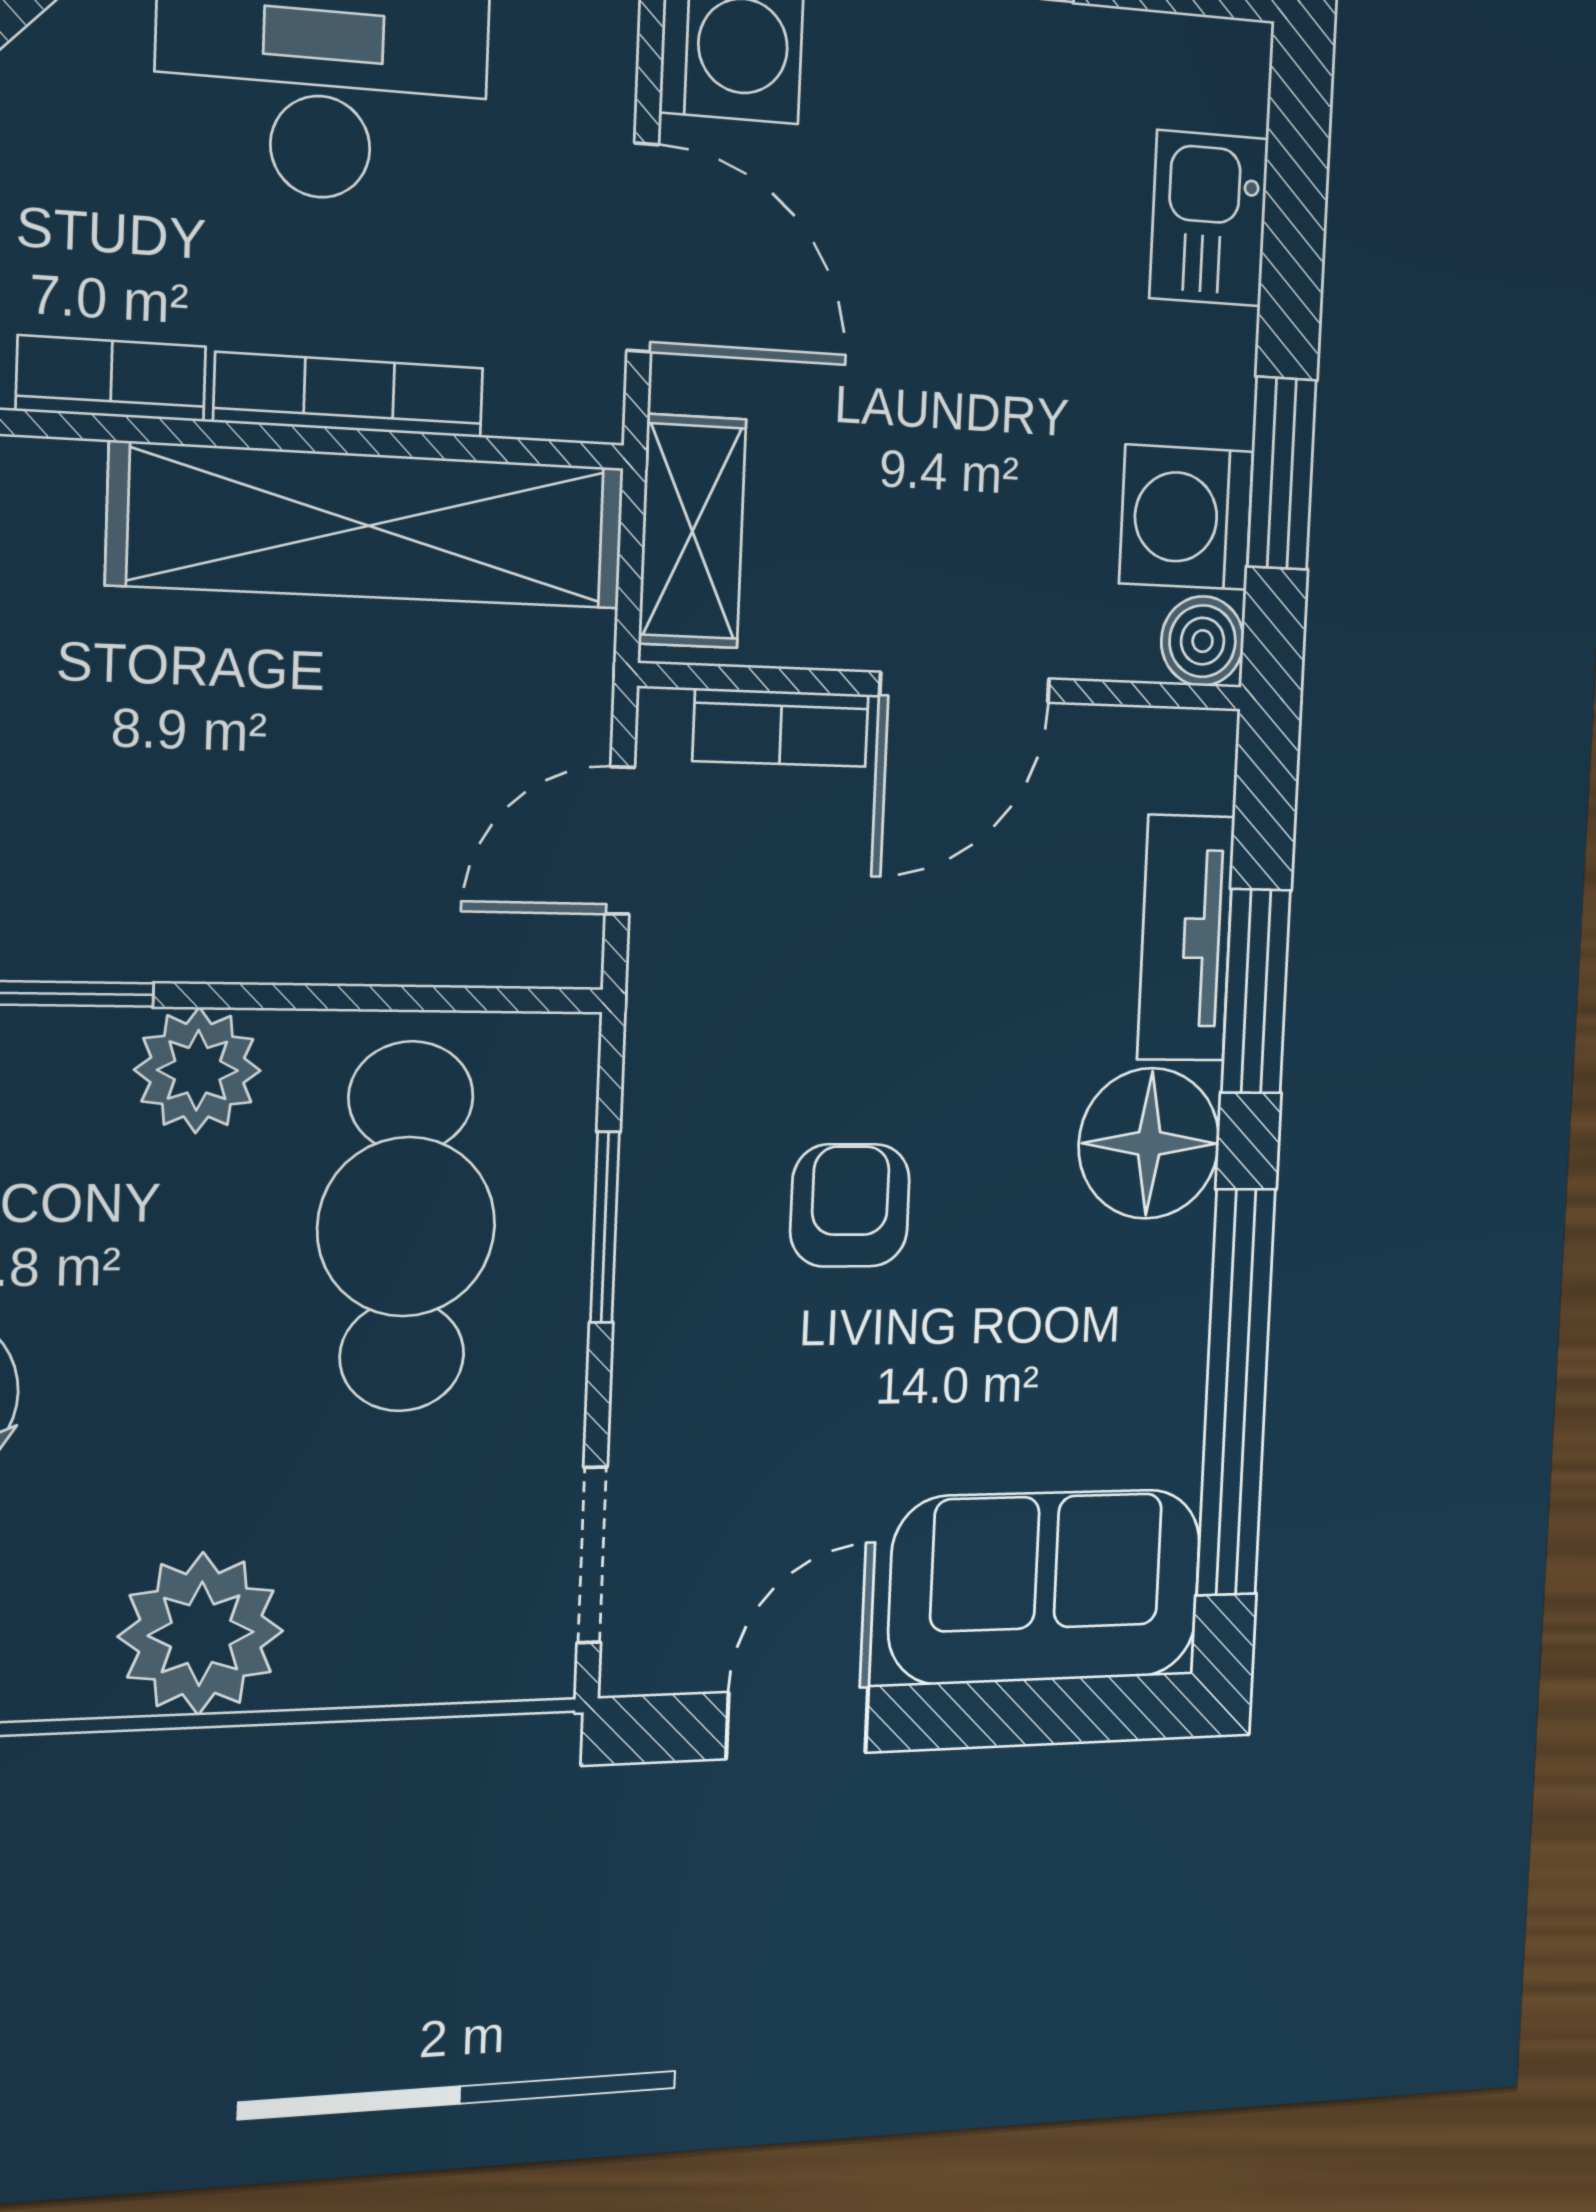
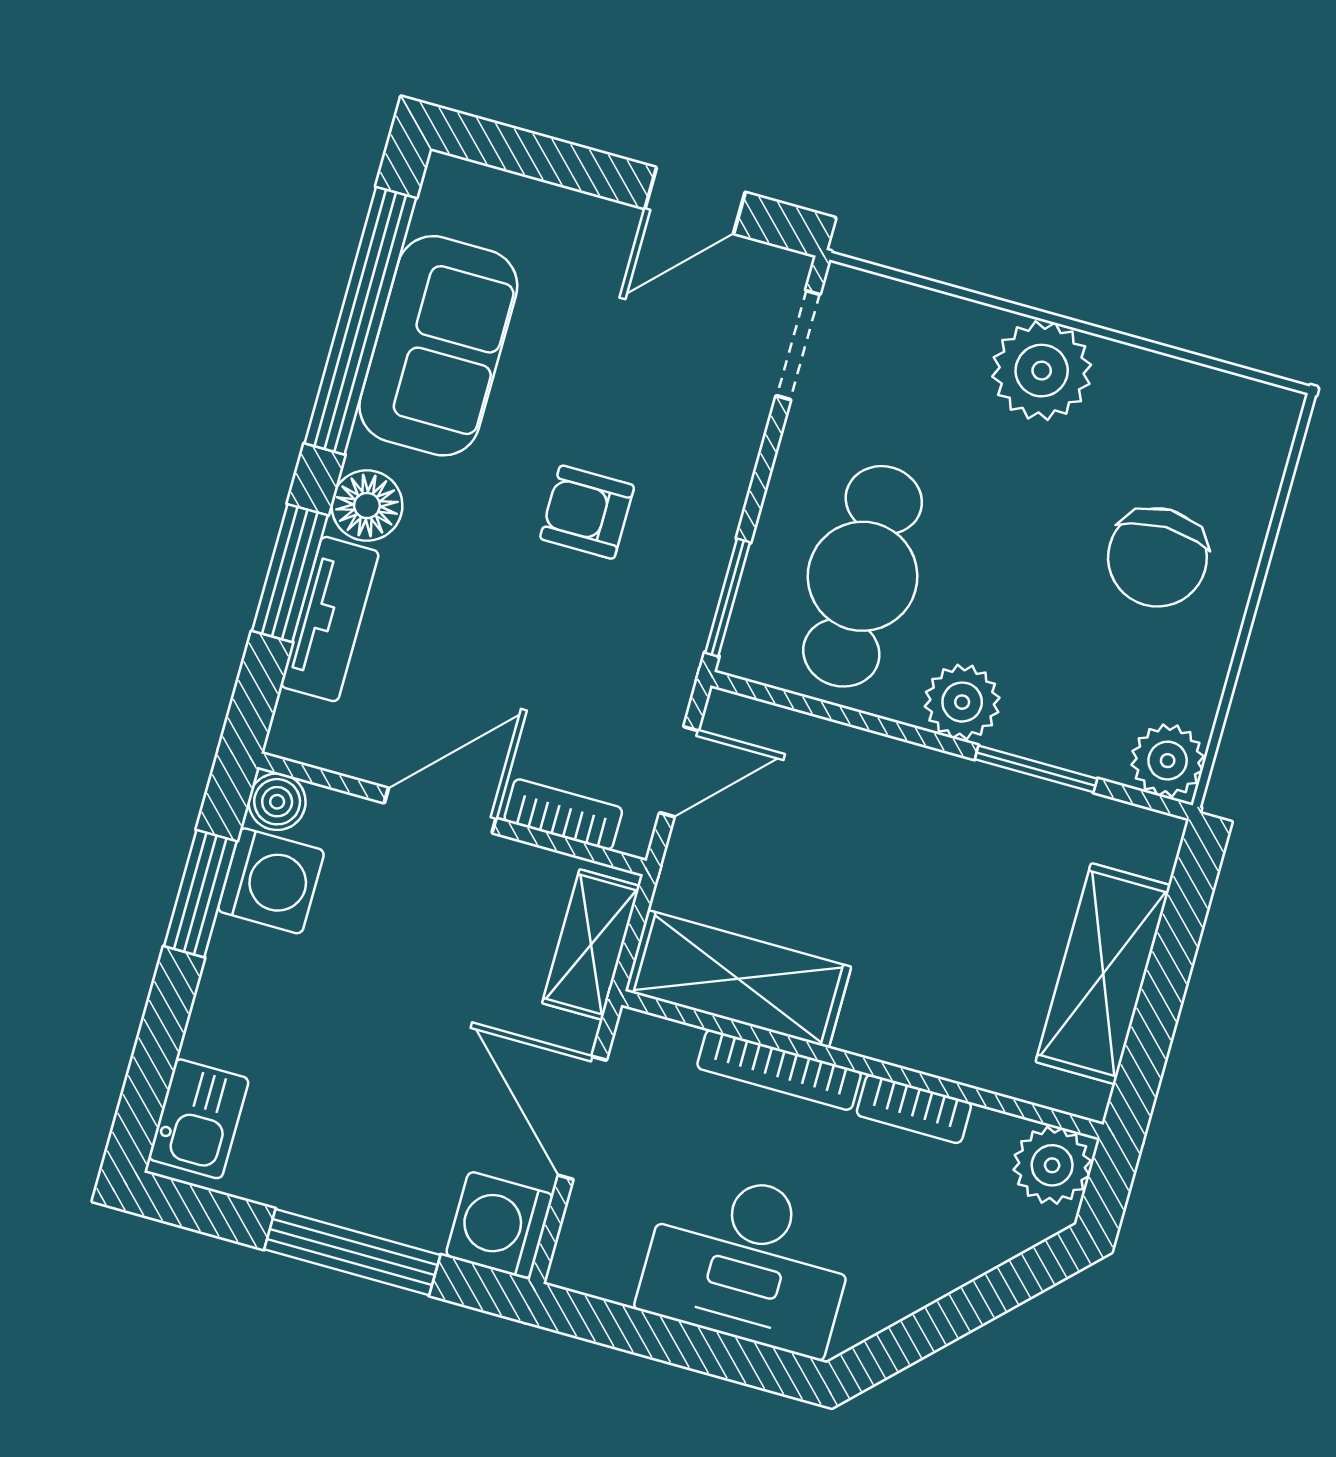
kitchen sink: (1209, 218) -> (199, 1119), moved
shelving: (369, 526) -> (738, 979), width x0.68
floor lamp: (1149, 1143) -> (367, 506), width x0.73, depth x0.73
armchair: (850, 1205) -> (587, 512), turned 90
window: (605, 1227) -> (728, 597), moved
sofa: (1045, 1587) -> (438, 346), moved, turned -90

